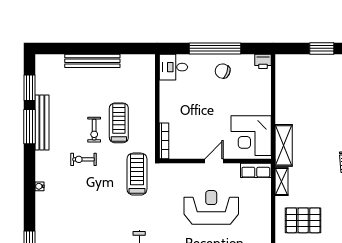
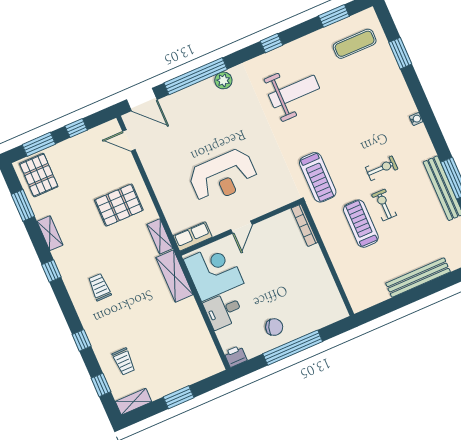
desk: (173, 67) -> (223, 310), moved, turned 180
treadmill: (119, 123) -> (361, 224), turned 180

